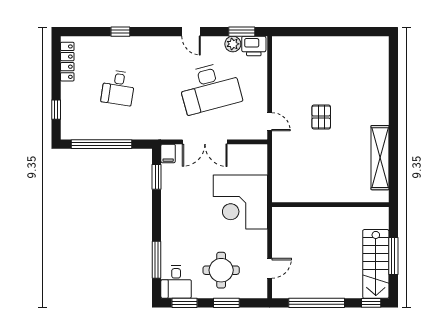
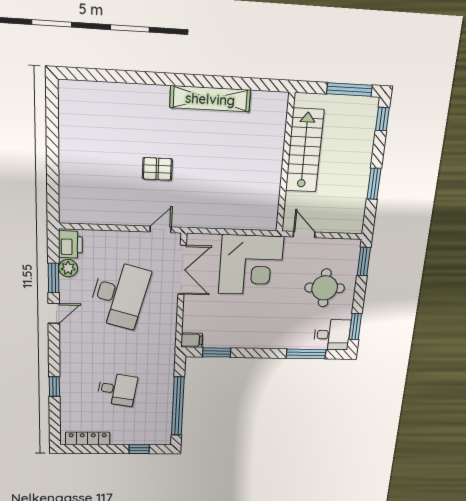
window: (242, 32) -> (53, 278), moved
desk: (210, 88) -> (119, 295), turned 30
double door: (205, 142) -> (182, 270), moved
wall: (330, 205) -> (285, 164), moved
window: (393, 256) -> (349, 90), moved
stairs: (376, 264) -> (305, 151), moved, turned -90
door: (270, 268) -> (304, 234), moved
window: (226, 303) -> (364, 261), moved
window: (317, 303) -> (374, 184), width x0.47

